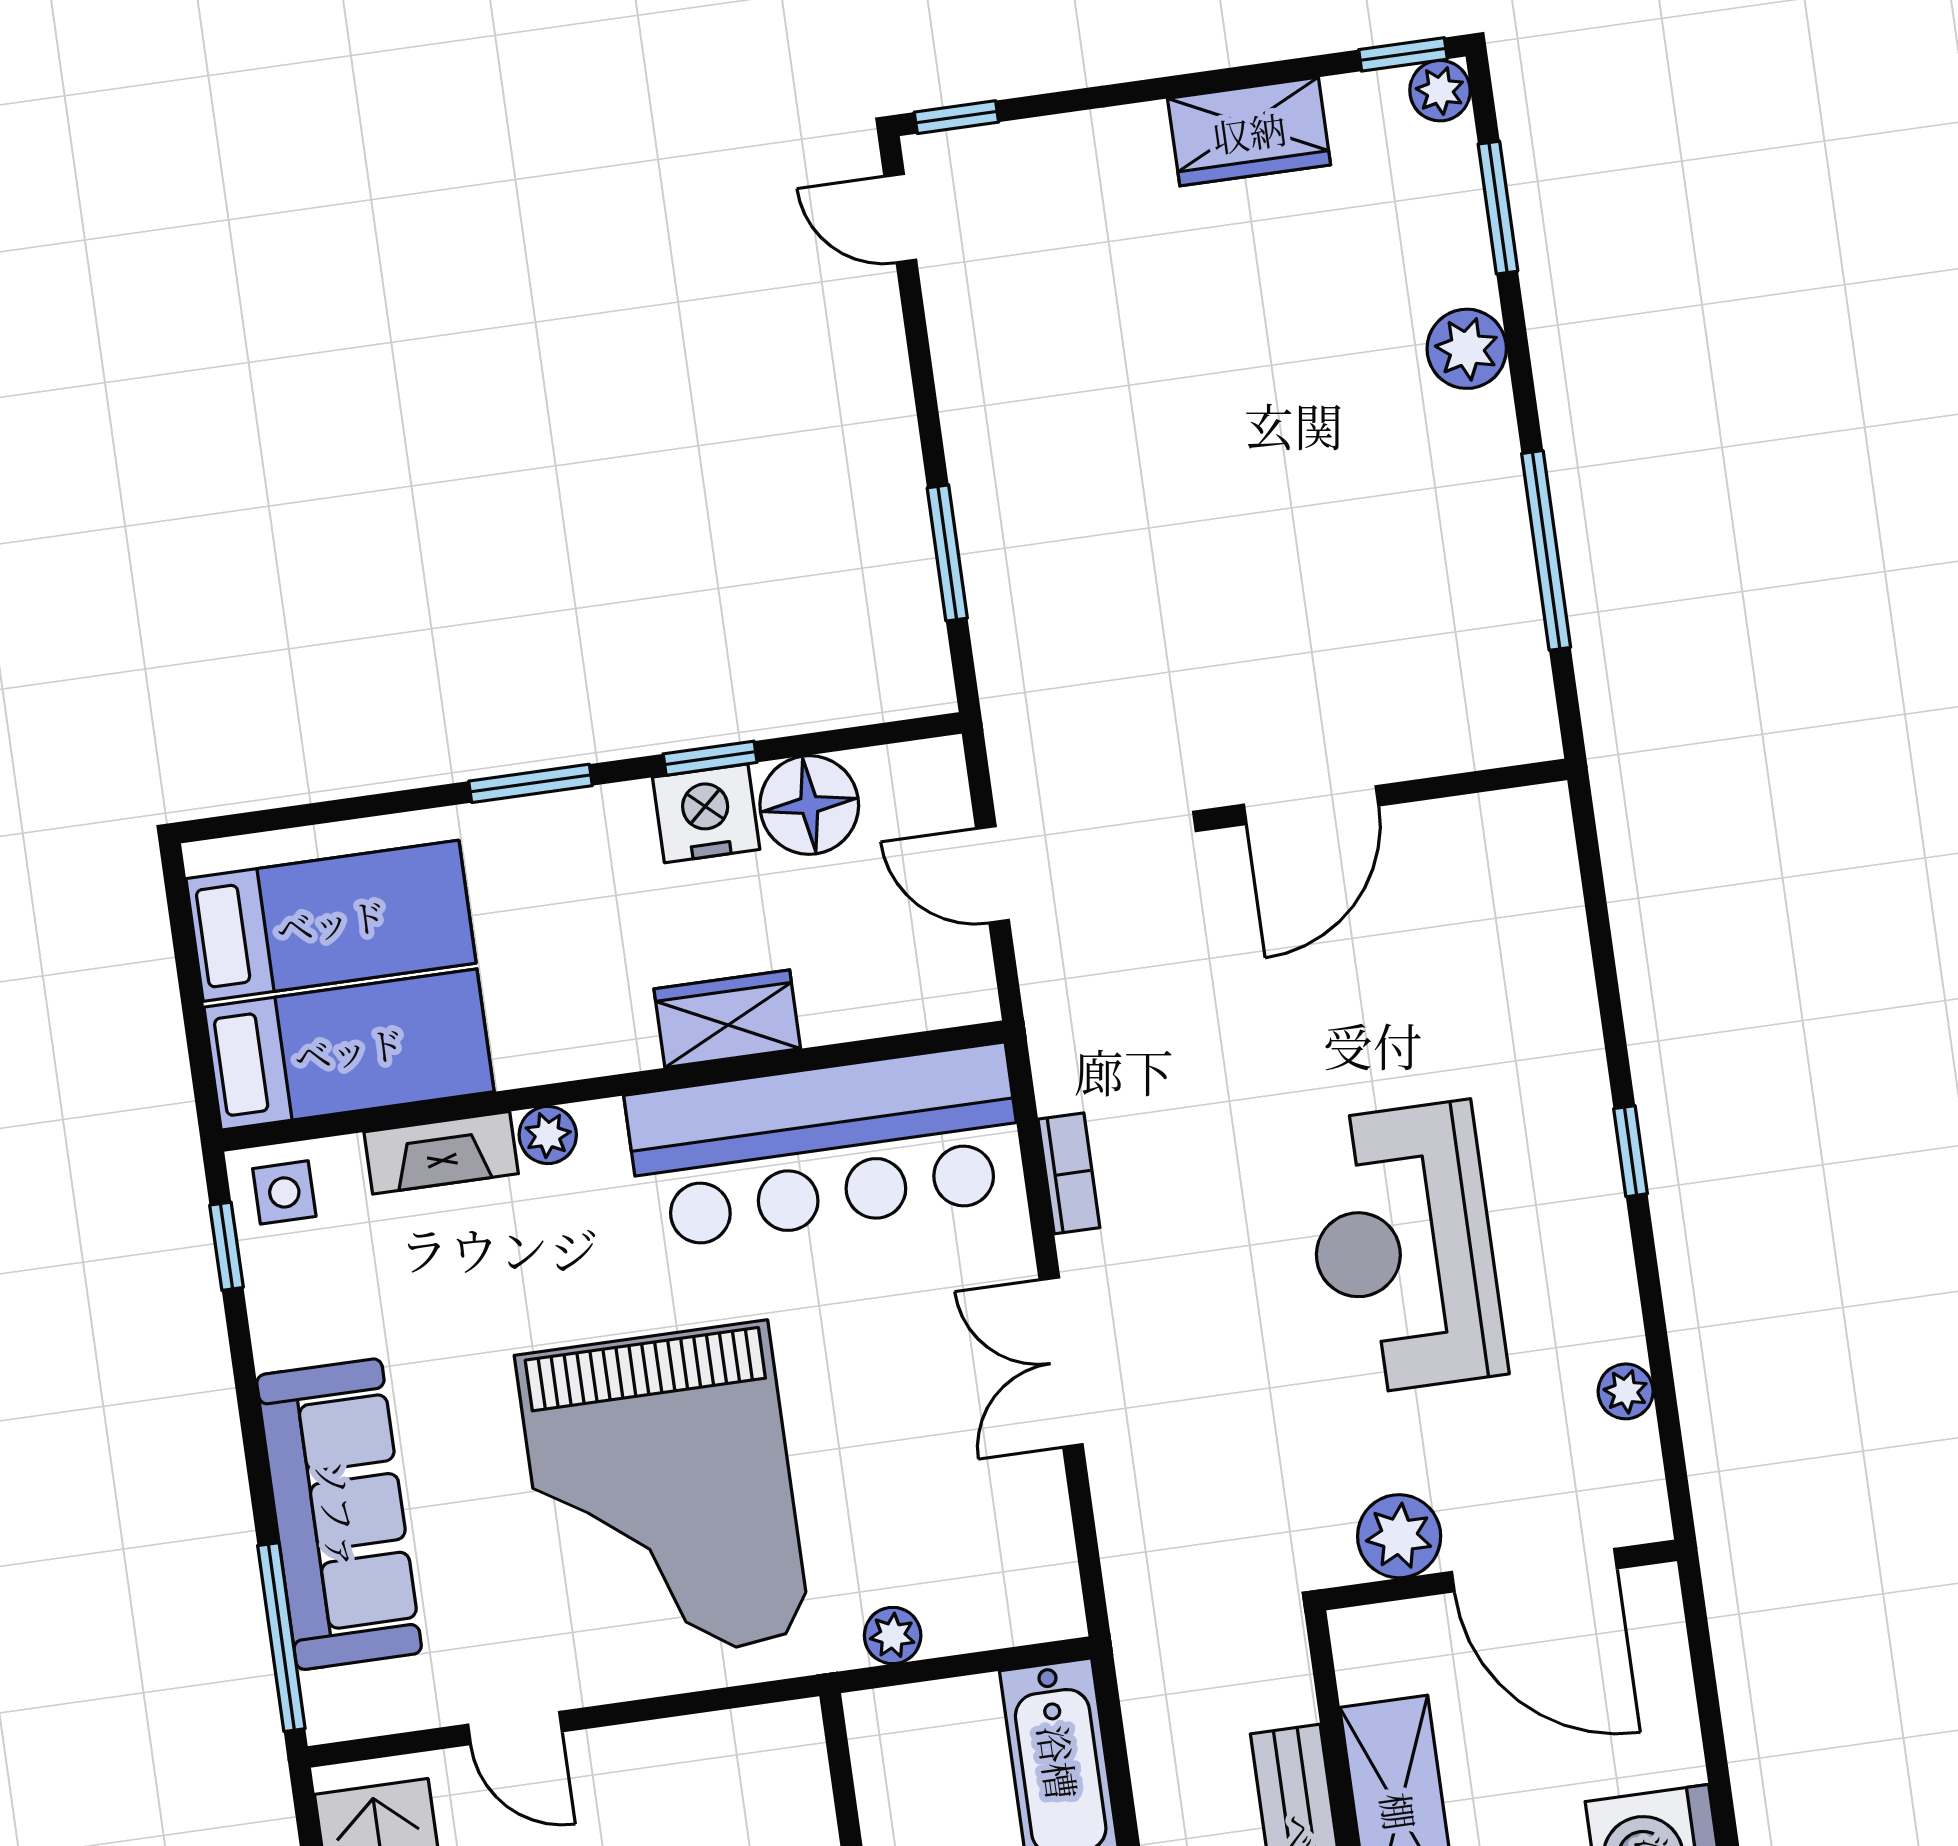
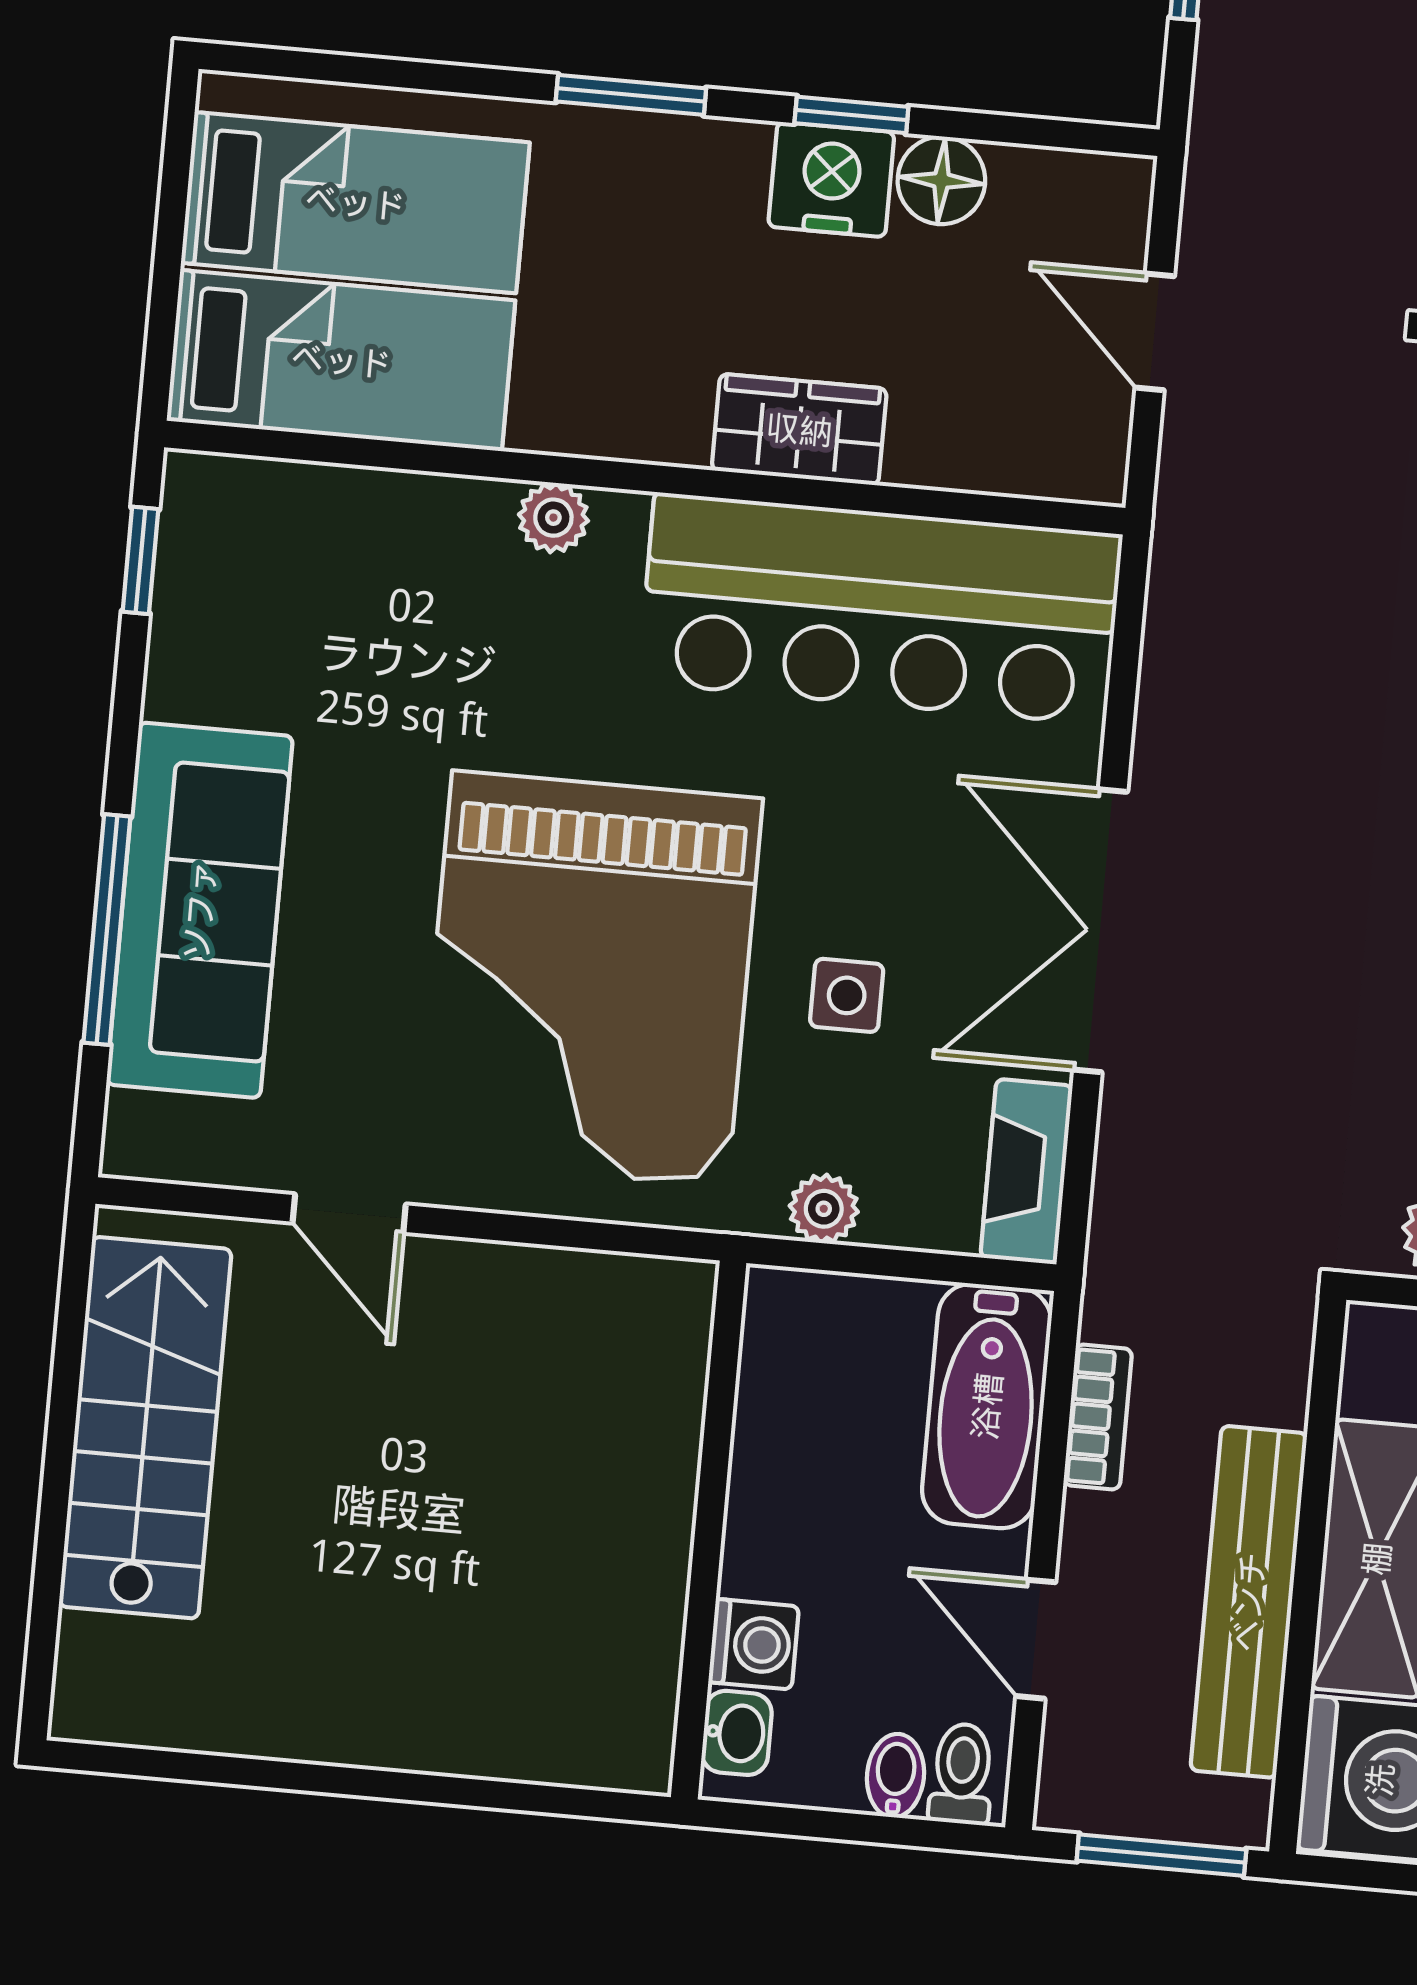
floor lamp: (809, 805) -> (941, 180), width x0.73, depth x0.73
fireplace: (441, 1153) -> (1027, 1172), moved, turned 90
bookcase: (1069, 1173) -> (1098, 1417), moved
side table: (284, 1192) -> (847, 995), moved
double door: (1061, 1362) -> (1100, 931), width x1.37
window: (281, 1637) -> (107, 930), moved

